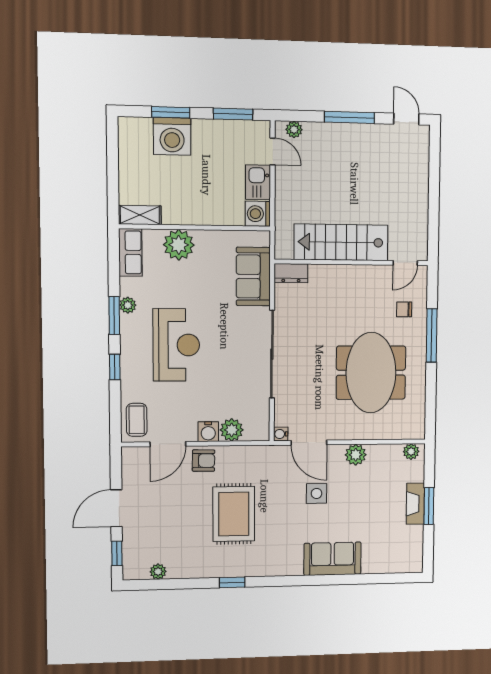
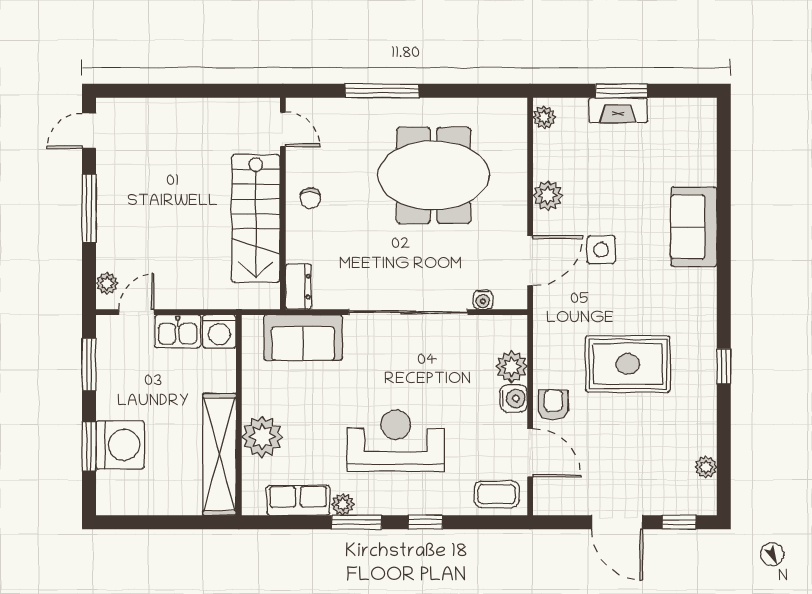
shelving: (140, 215) -> (219, 454), width x2.20, depth x1.33
row of seats: (130, 252) -> (298, 500), moved
chair: (404, 309) -> (310, 198), moved
water cooler: (281, 434) -> (483, 300), moved

